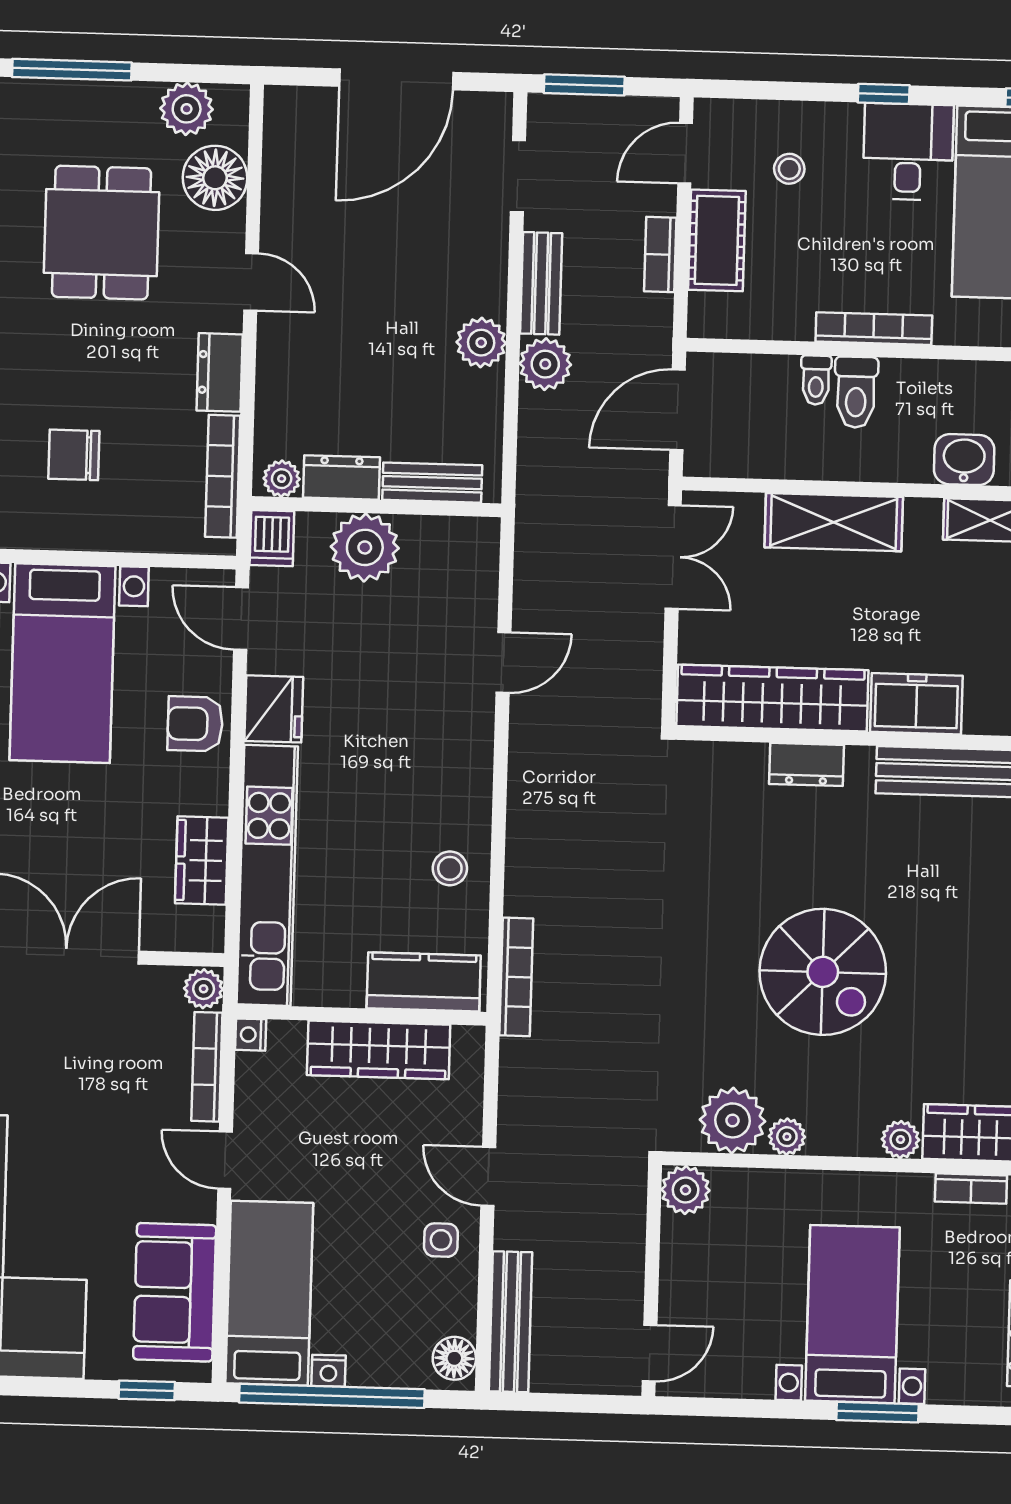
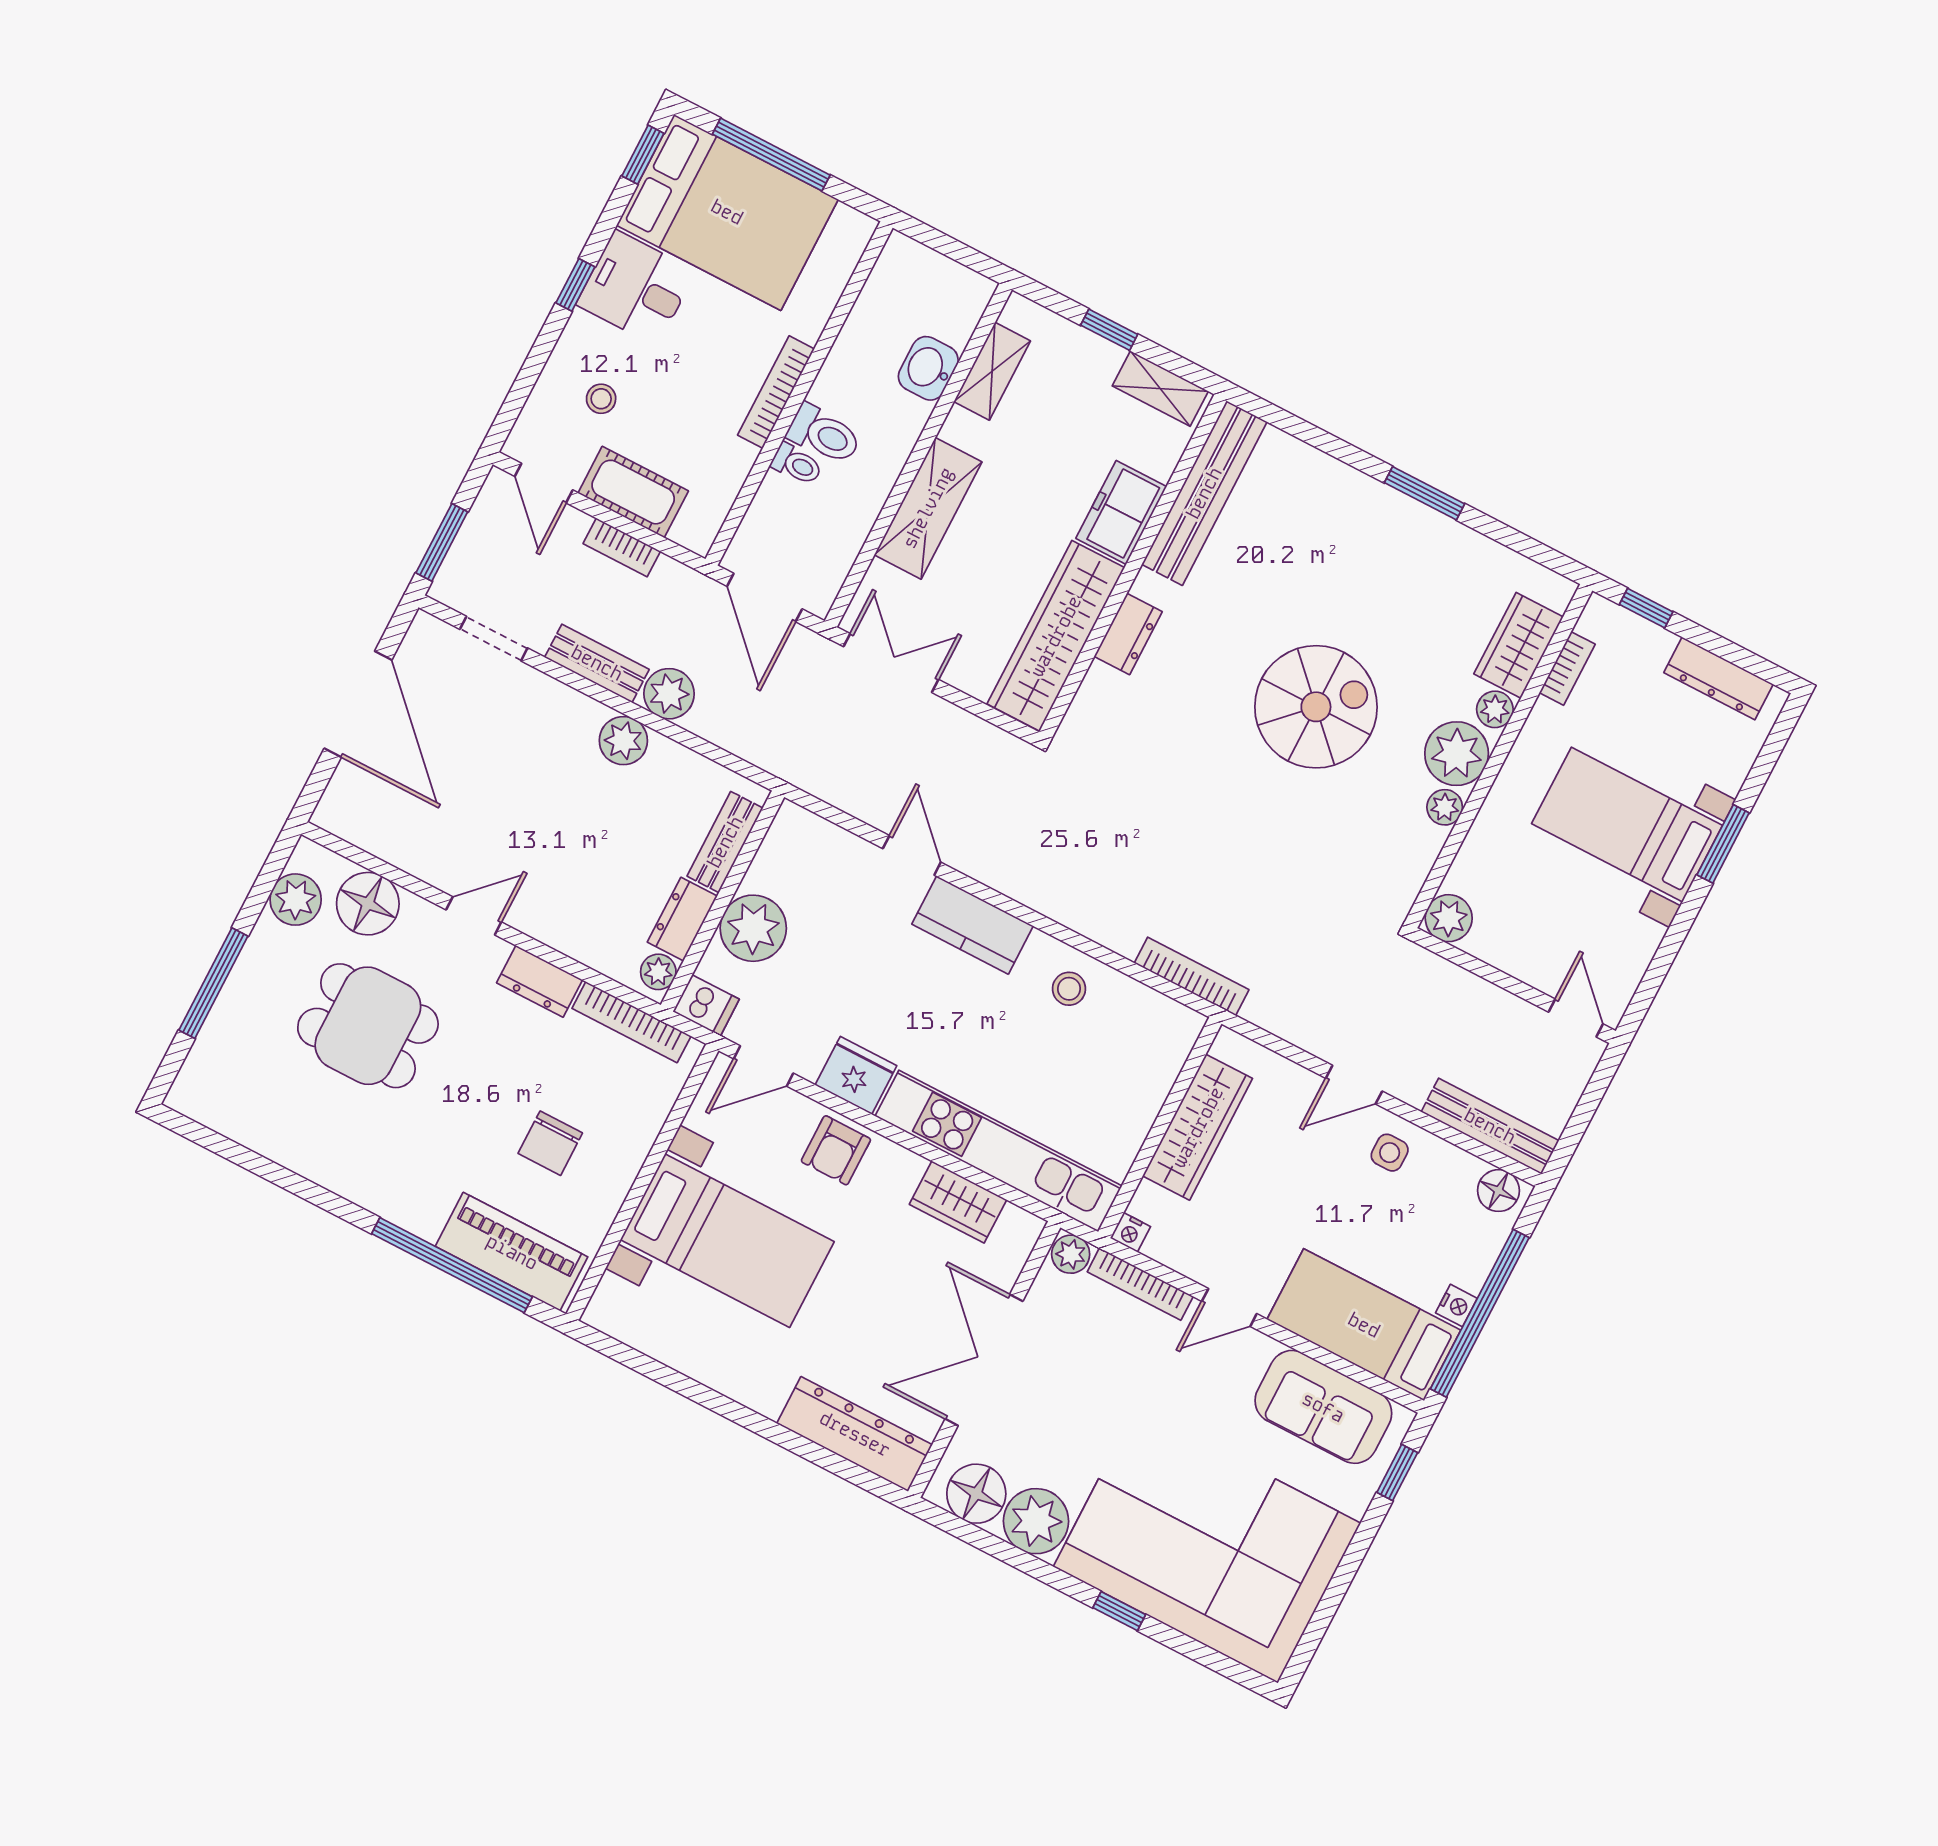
kitchen counter: (424, 982) -> (973, 925), moved, turned -90
plant: (733, 1120) -> (1457, 754), moved

